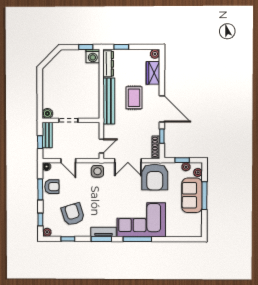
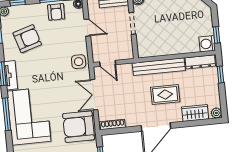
window: (162, 136) -> (125, 130), removed
door: (68, 161) -> (87, 28), swing flipped

